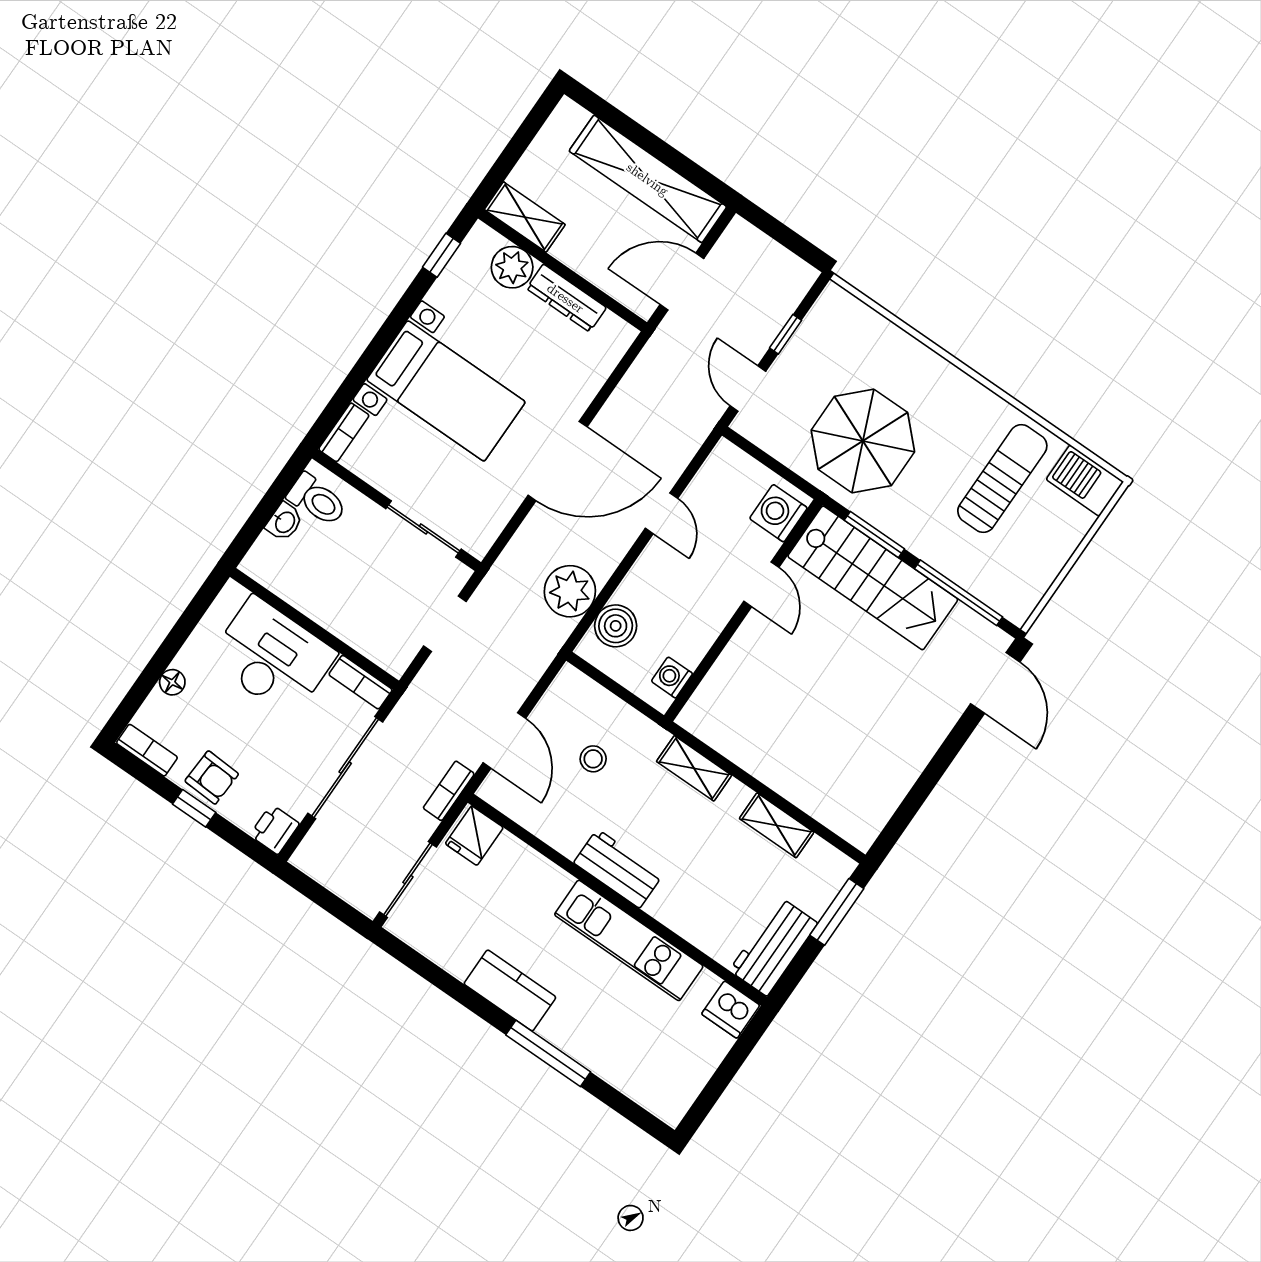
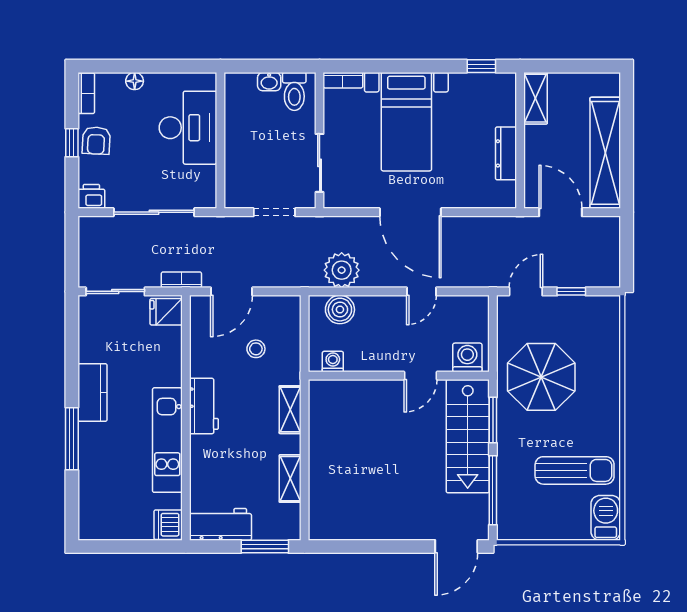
plant: (512, 267) -> (502, 111), removed
bookcase: (361, 682) -> (208, 187), removed

